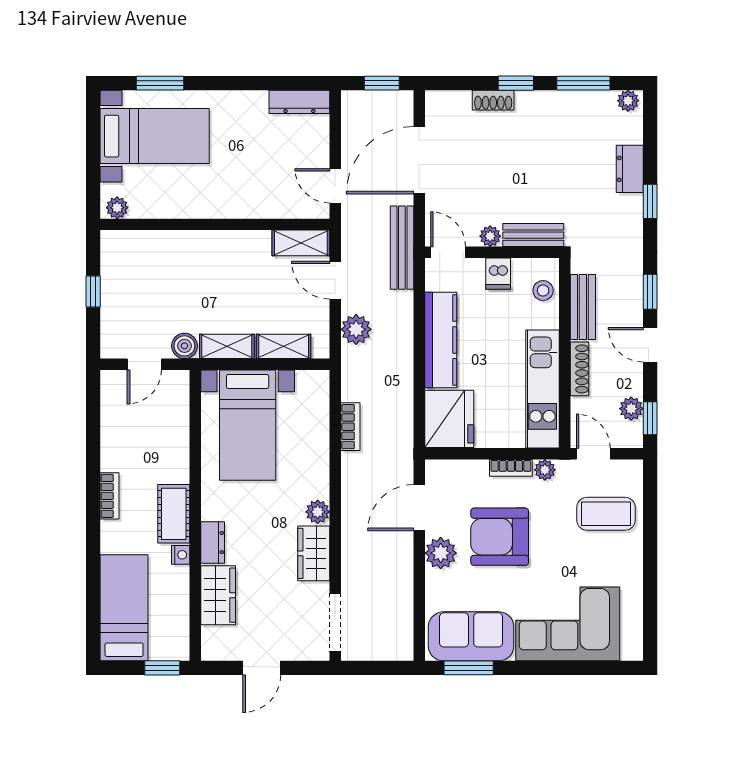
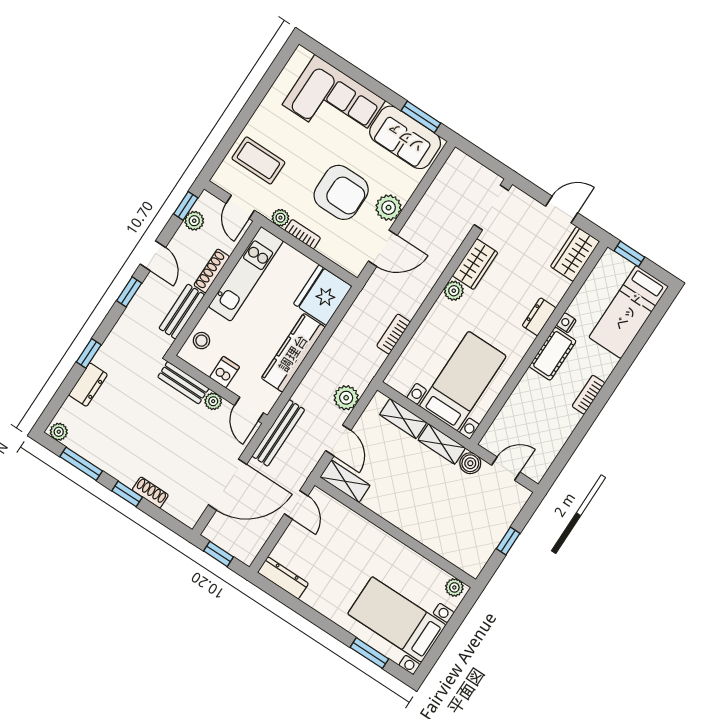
wardrobe: (218, 595) -> (575, 254), moved

